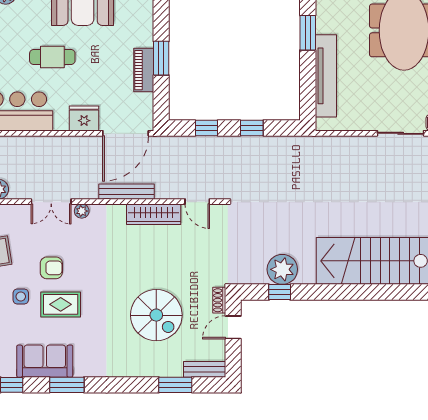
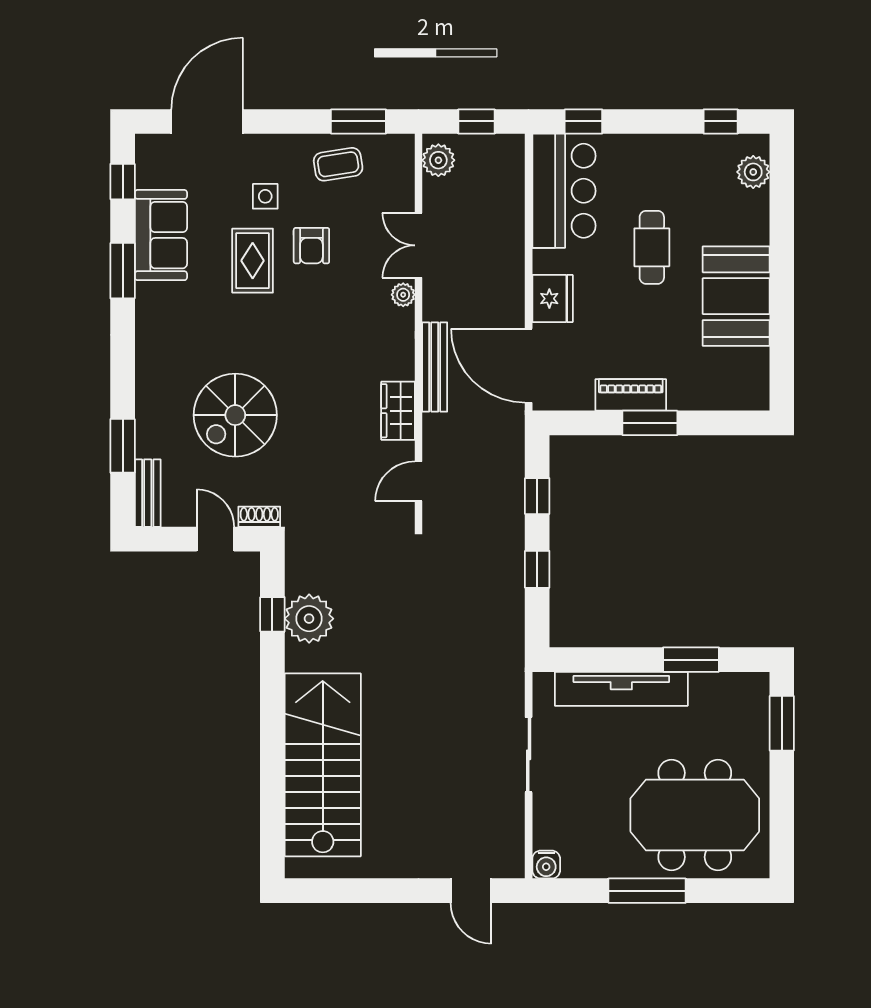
sliding door: (401, 133) -> (529, 755), moved
wardrobe: (154, 214) -> (398, 411), width x0.67

